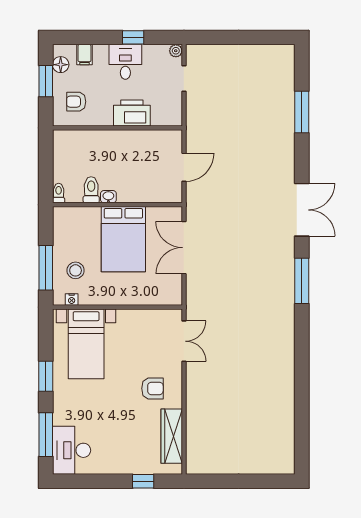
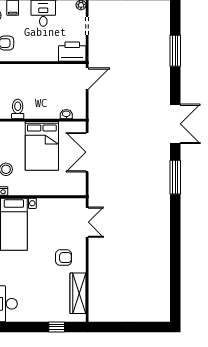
printer: (132, 113) -> (72, 52), moved
door: (184, 167) -> (87, 79), moved
washbasin: (108, 197) -> (66, 114), moved

